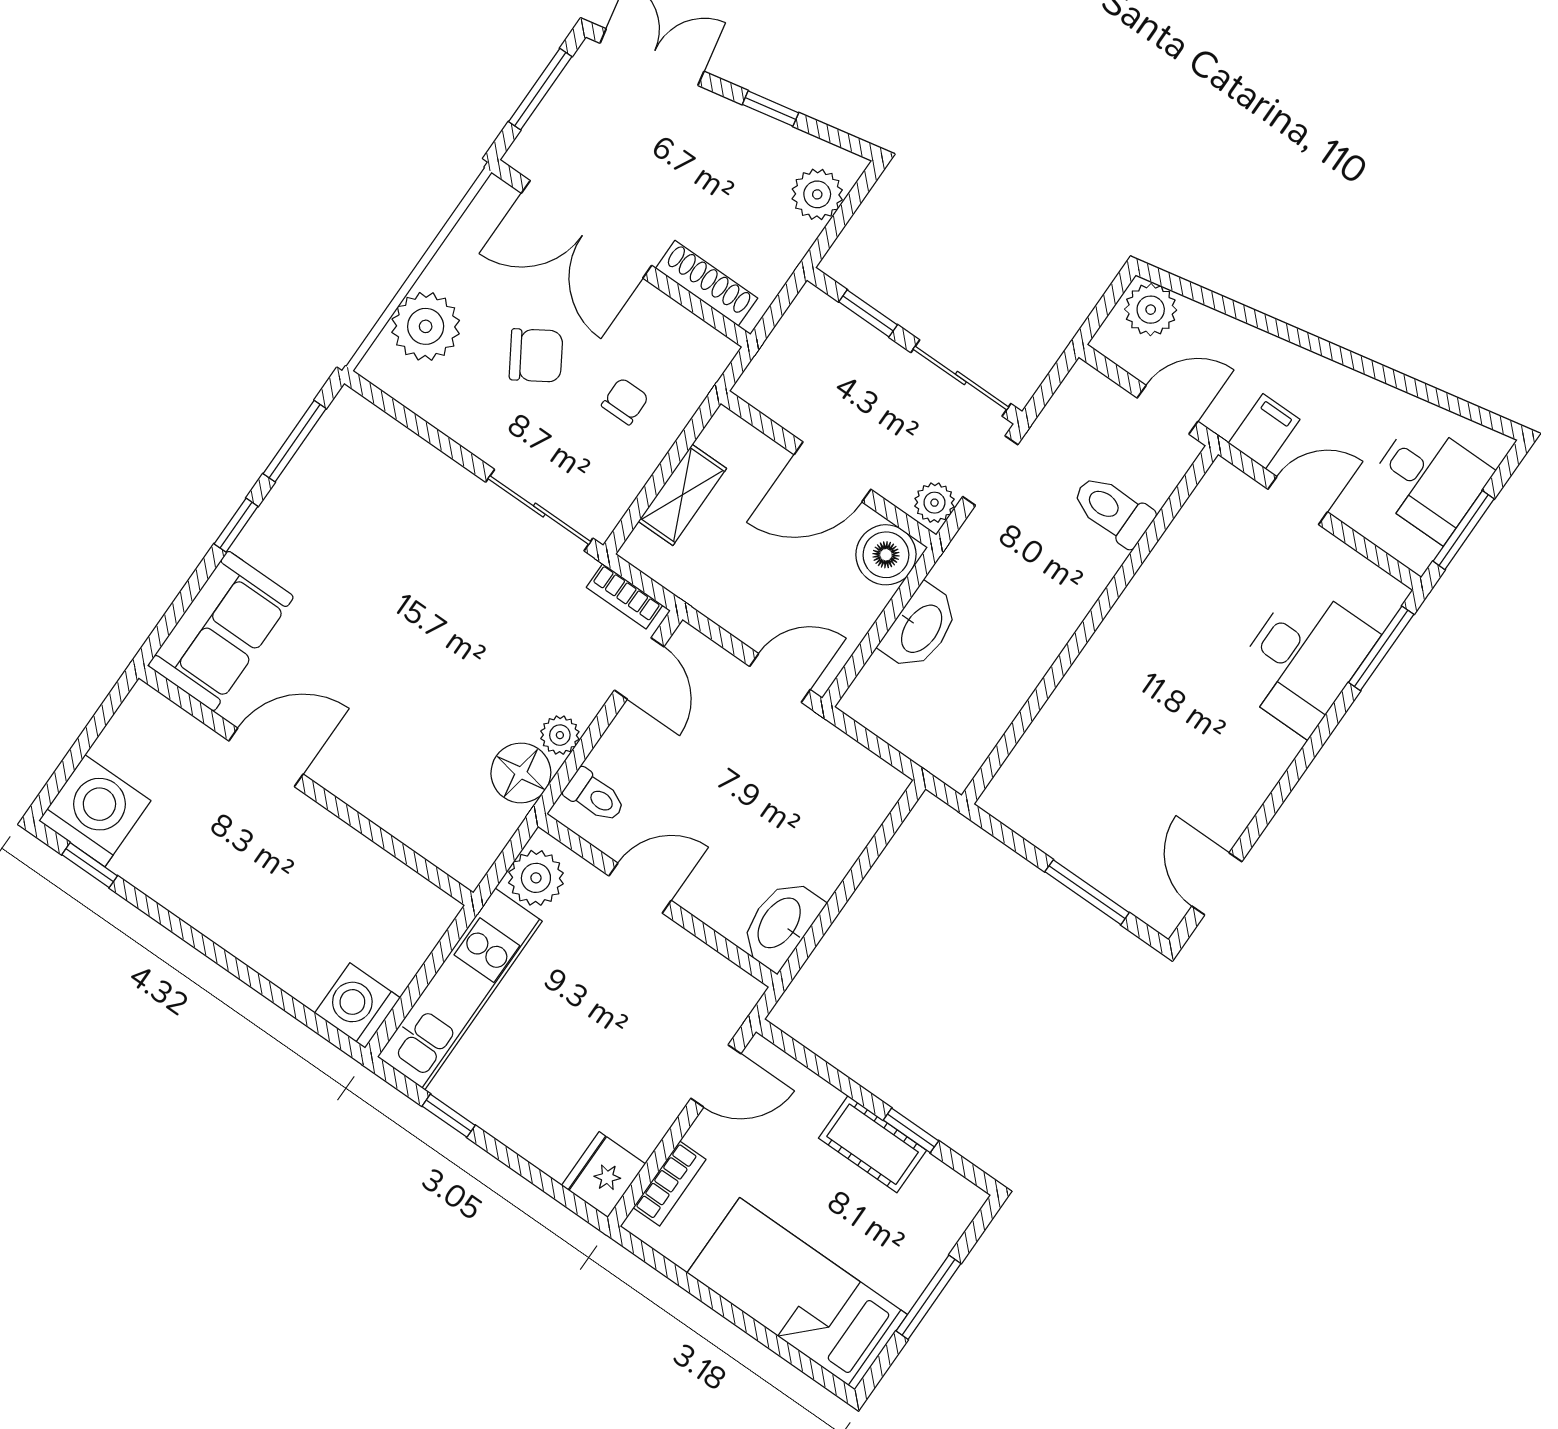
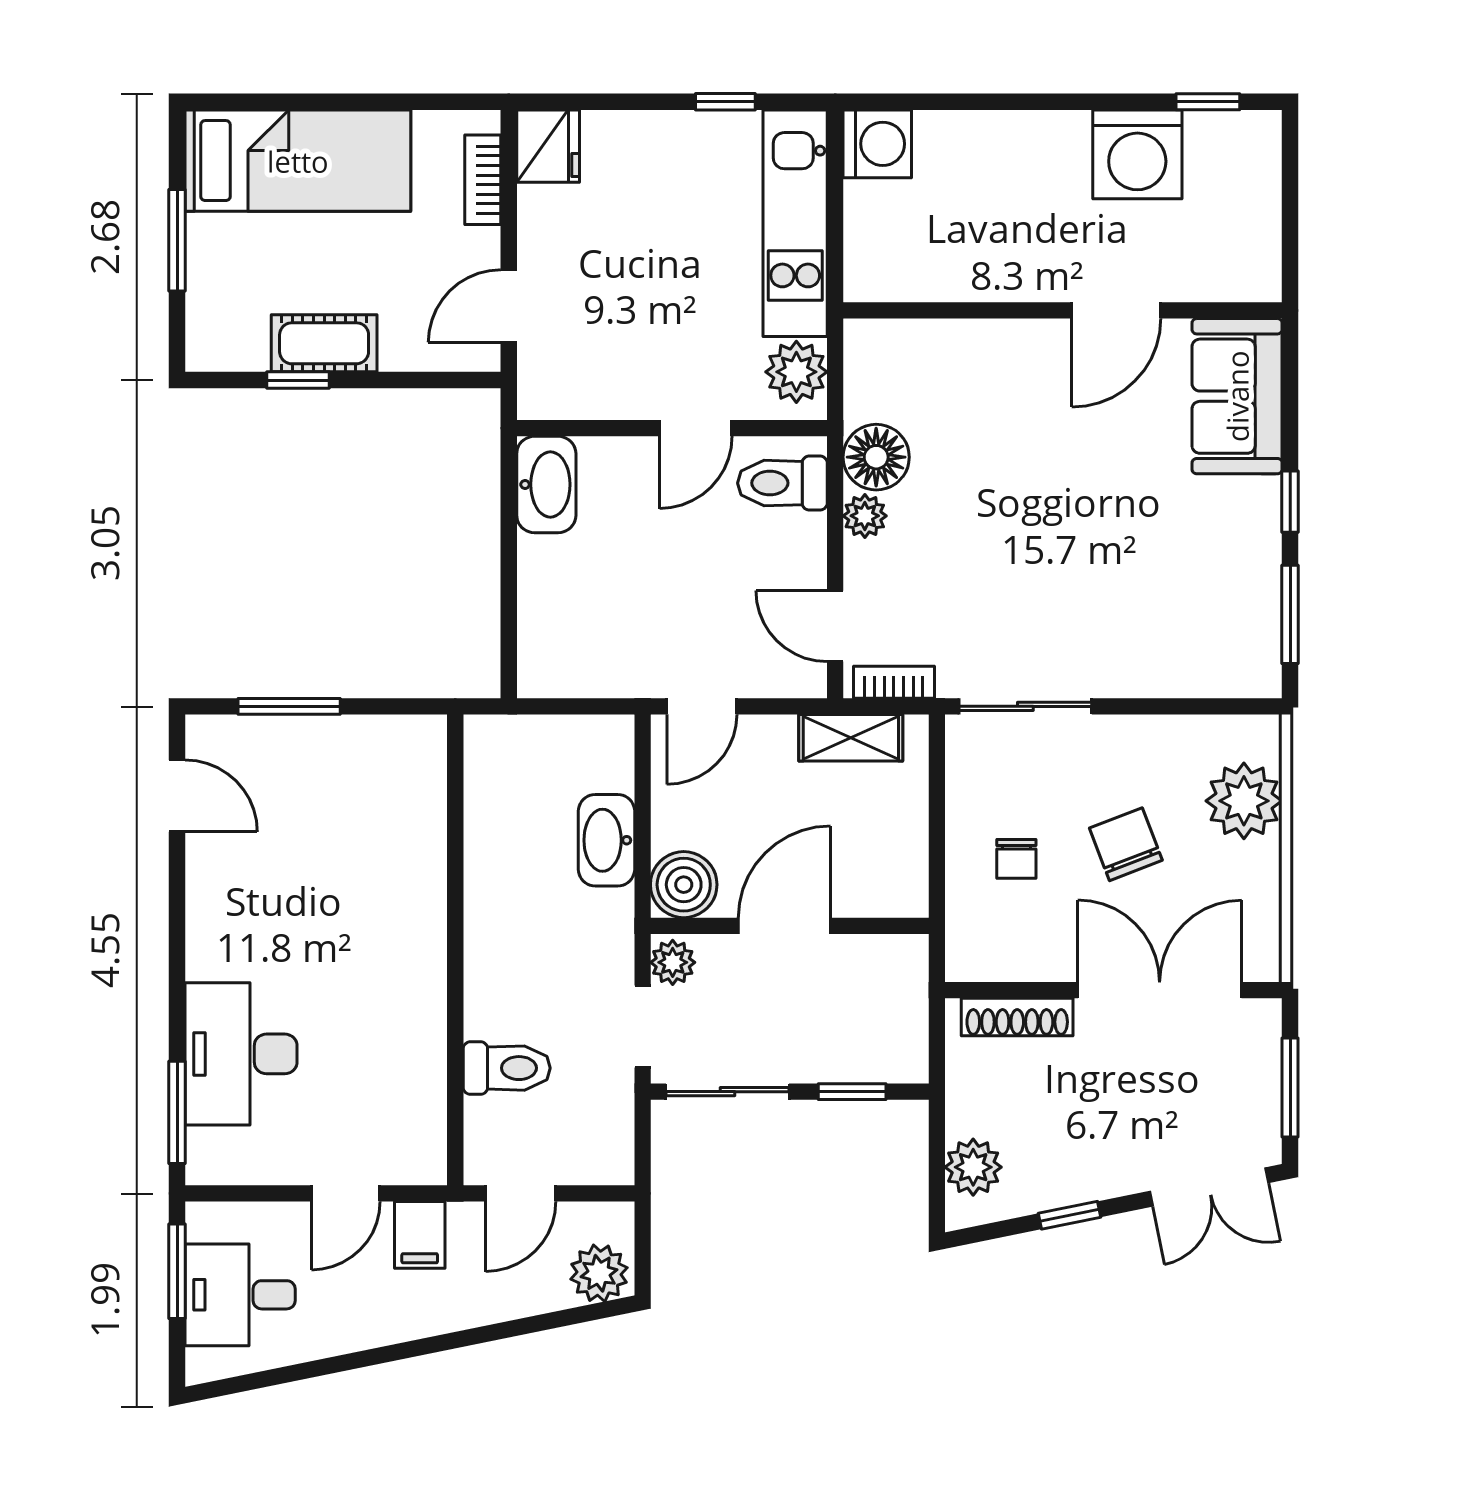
chair: (536, 355) -> (1126, 844), turned 101
shelving: (682, 495) -> (851, 738), moved, turned 90
toilet: (595, 796) -> (782, 483), width x1.37, depth x1.39
washing machine: (95, 811) -> (1137, 154), moved

